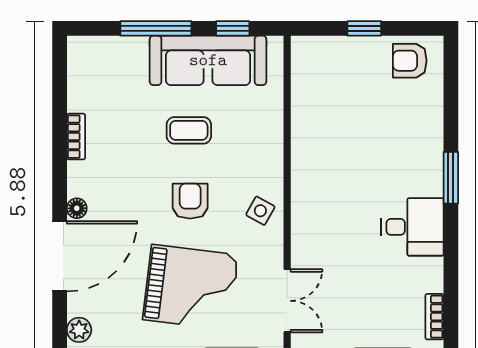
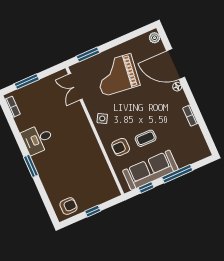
armchair: (190, 201) -> (121, 147), moved, turned 90
door: (60, 256) -> (176, 64), hinge flipped

